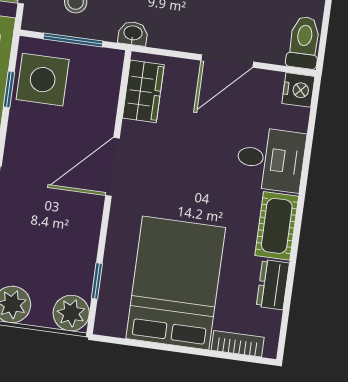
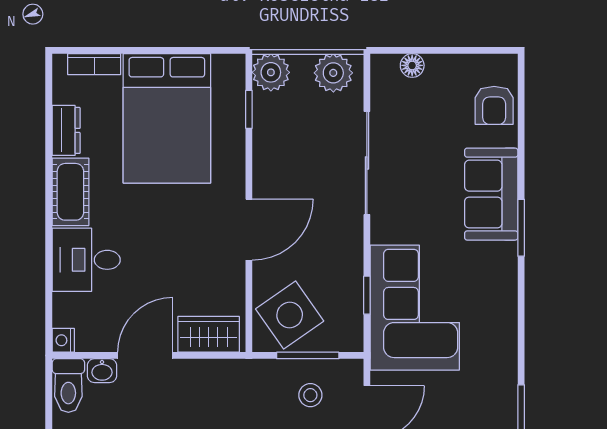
washbasin: (133, 33) -> (102, 371), moved
side table: (43, 80) -> (290, 315), moved, turned -35
nightstand: (298, 90) -> (63, 340), width x0.72, depth x0.74
wardrobe: (143, 91) -> (209, 334), moved, turned 90

